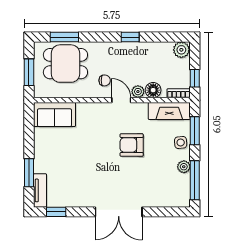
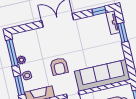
sofa: (54, 115) -> (102, 75), width x1.85, depth x1.27
armchair: (132, 145) -> (59, 66), turned 90

